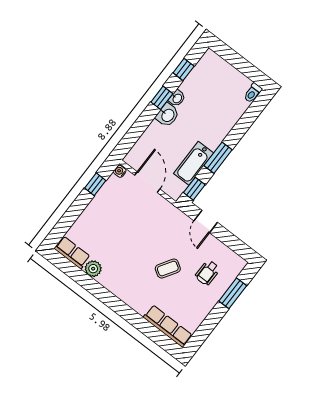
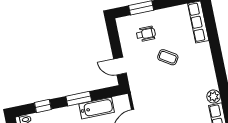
window: (194, 189) -> (43, 106), moved
door: (206, 222) -> (120, 66), swing flipped

